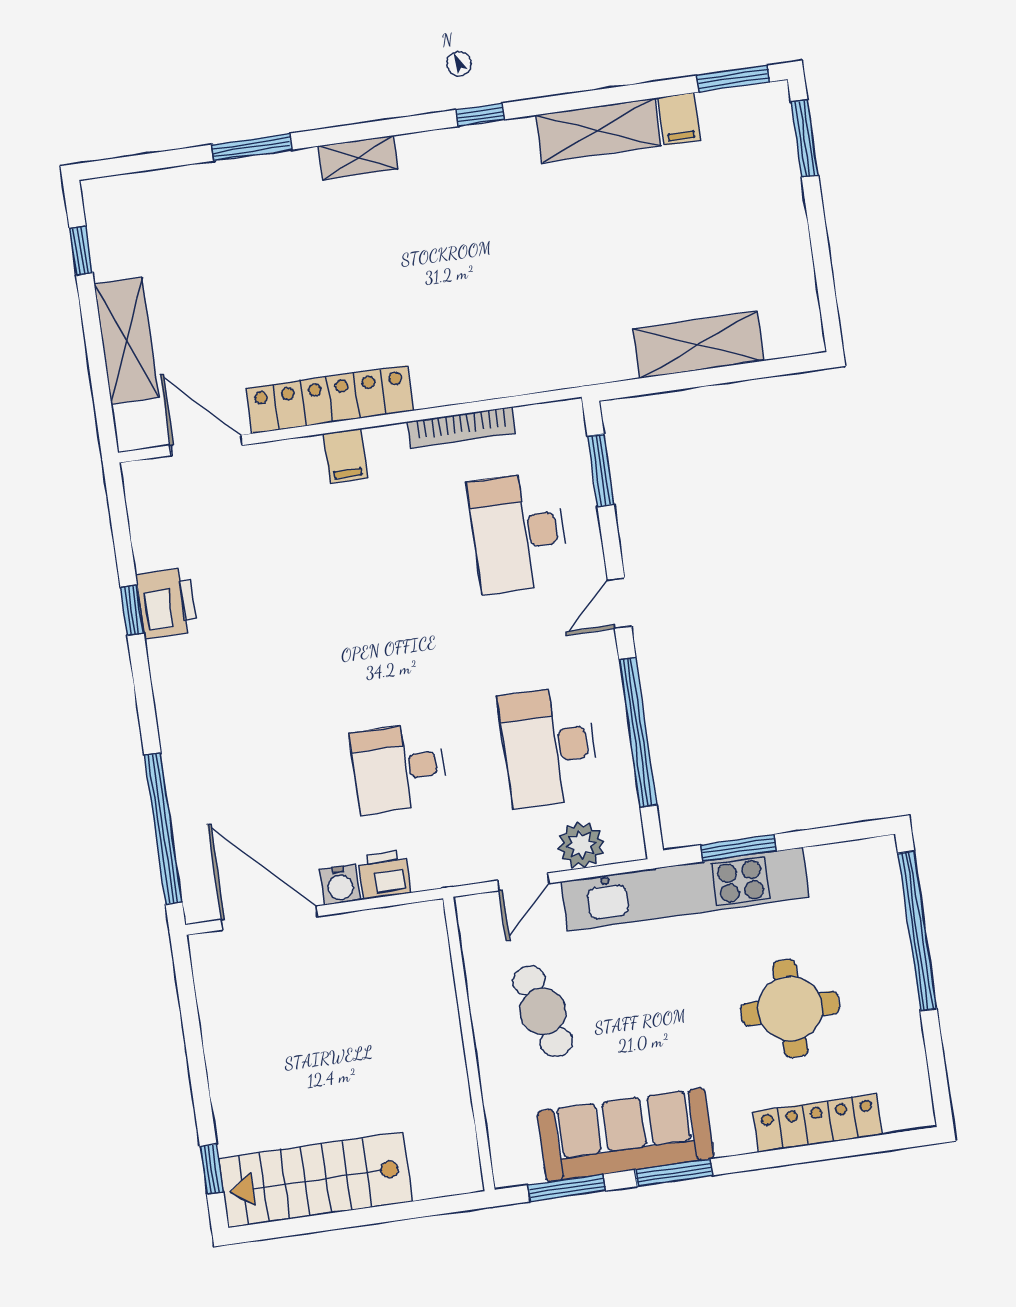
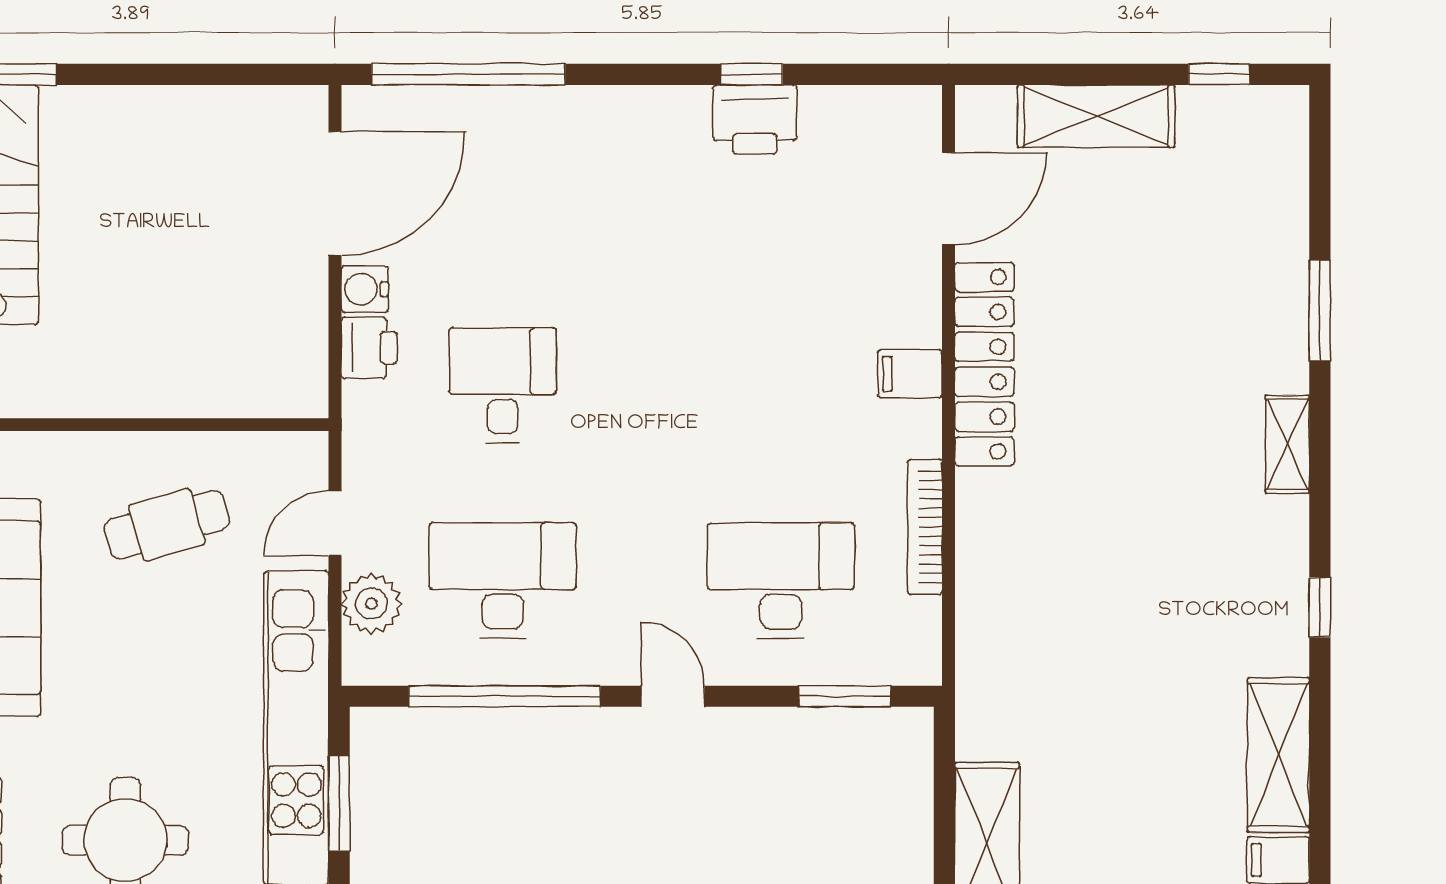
door: (523, 882) -> (335, 523), hinge flipped

